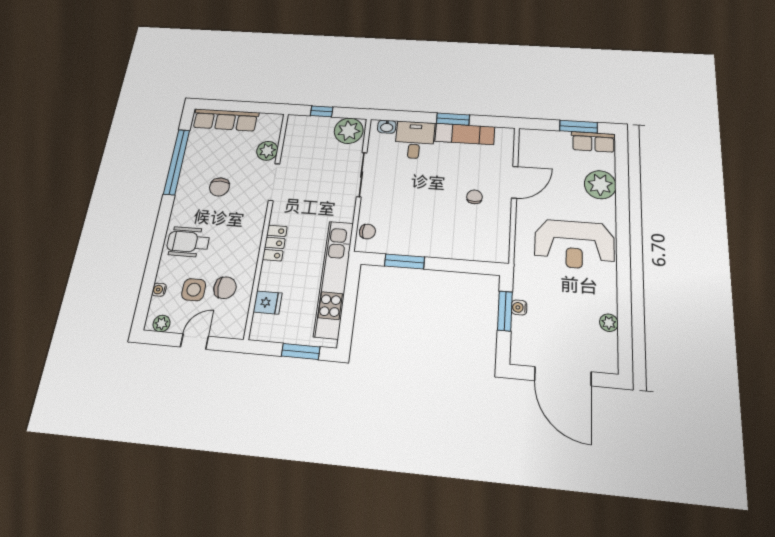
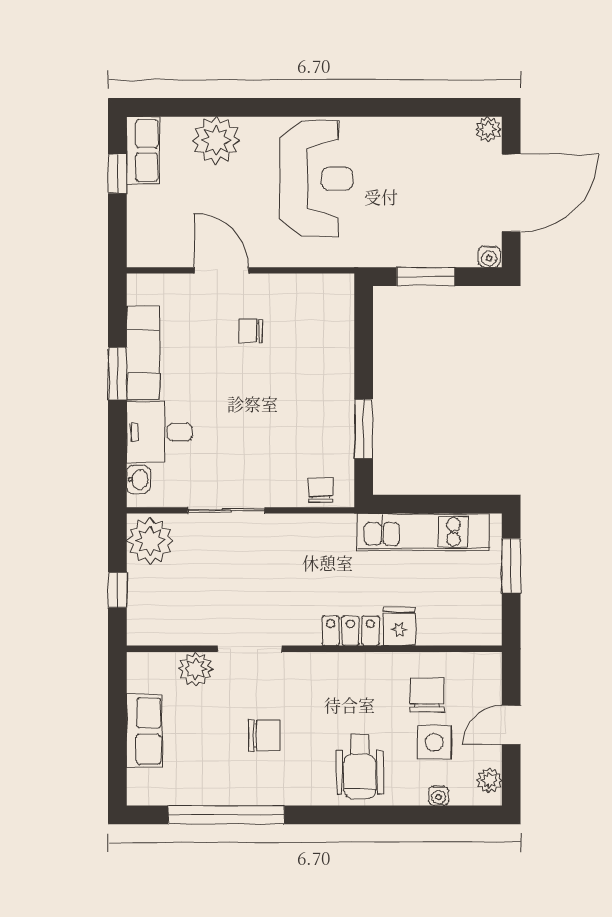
row of seats: (226, 120) -> (144, 731), width x0.68
window: (579, 127) -> (117, 174), width x0.67
kitchen unit: (334, 279) -> (423, 532), width x0.73
fridge: (268, 303) -> (399, 626), moved
water cooler: (519, 307) -> (489, 257), moved
plant: (609, 323) -> (488, 129), moved
door: (194, 342) -> (511, 725), hinge flipped

